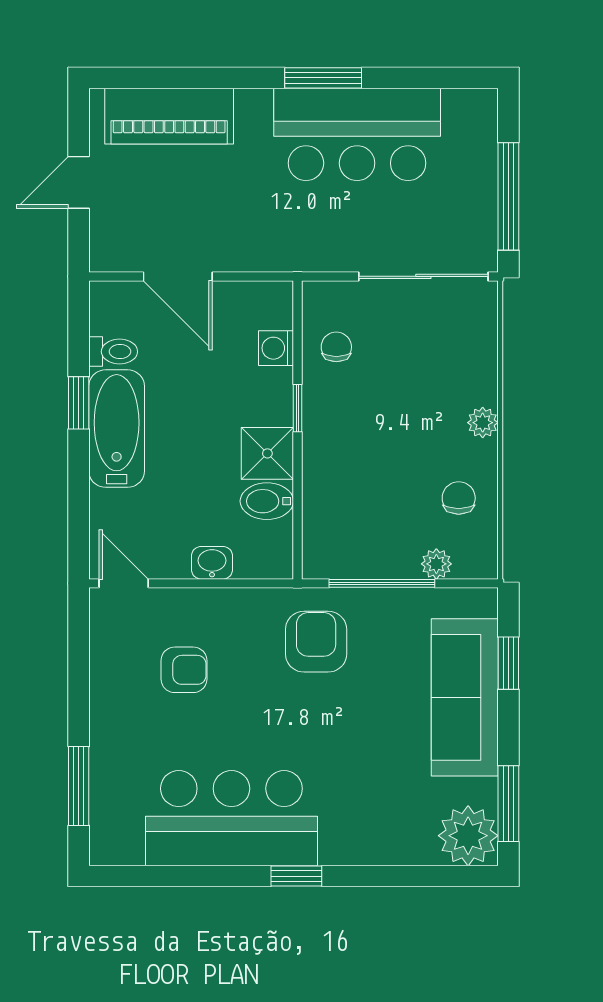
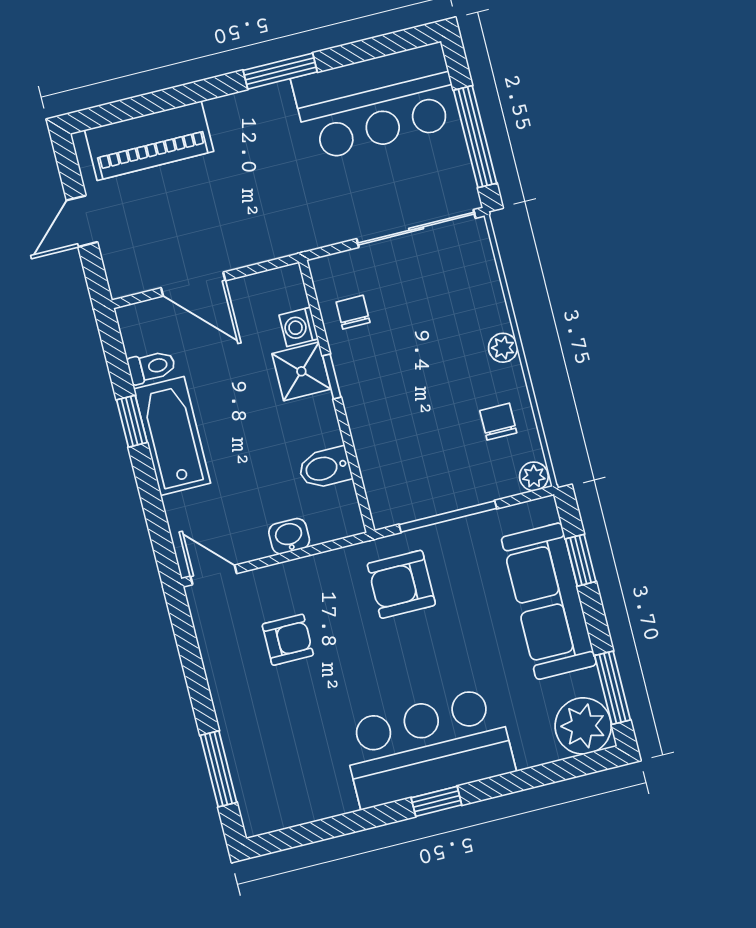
bar counter: (357, 134) -> (376, 102), moved
shower: (267, 453) -> (301, 371), moved
plant: (436, 564) -> (534, 476), moved
armchair: (316, 642) -> (401, 584), turned -90
bar counter: (231, 818) -> (428, 748), moved

